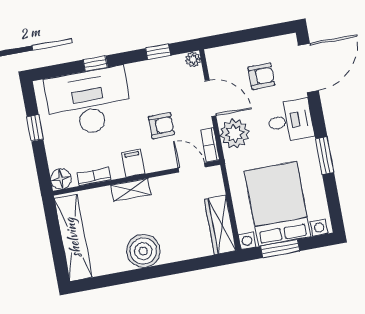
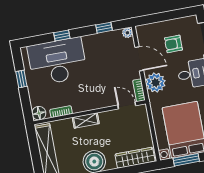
armchair: (261, 76) -> (173, 44), turned 180
armchair: (161, 126) -> (106, 77), removed
filing cabinet: (133, 163) -> (87, 102), removed
wardrobe: (220, 225) -> (135, 158), moved, turned 90

